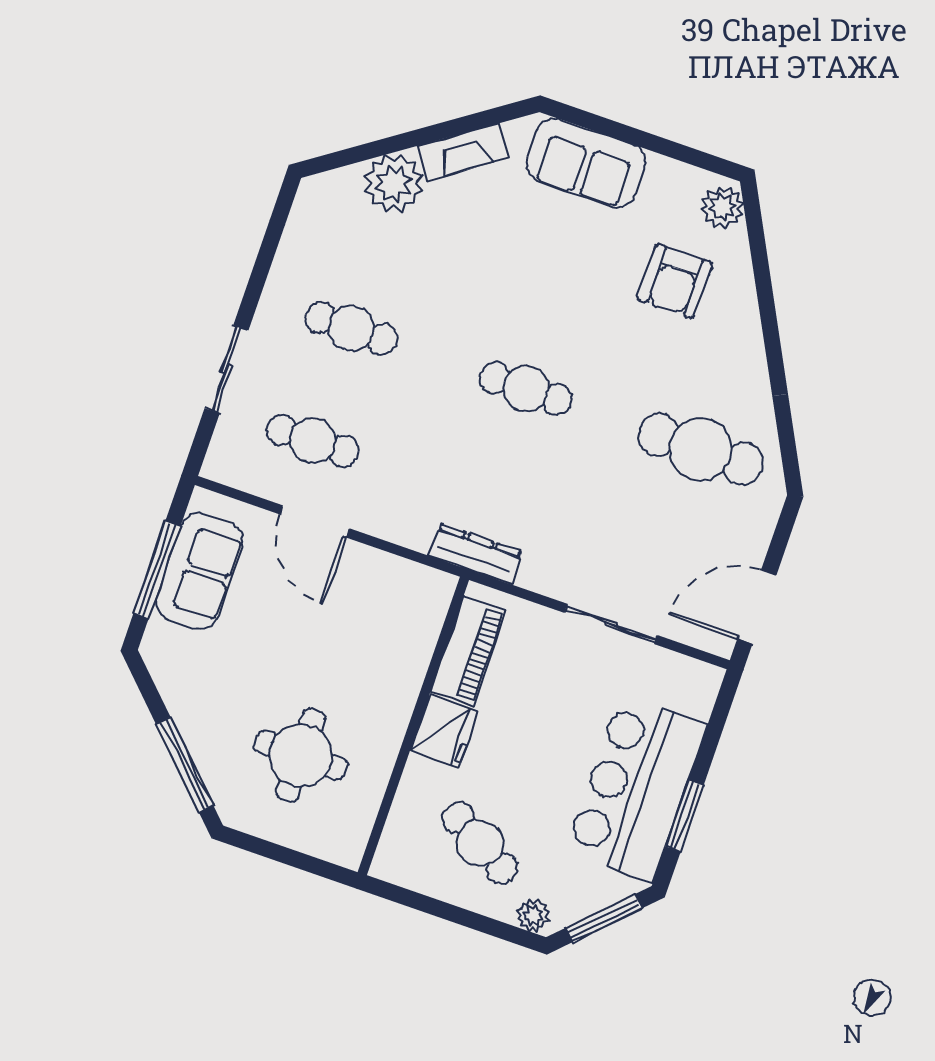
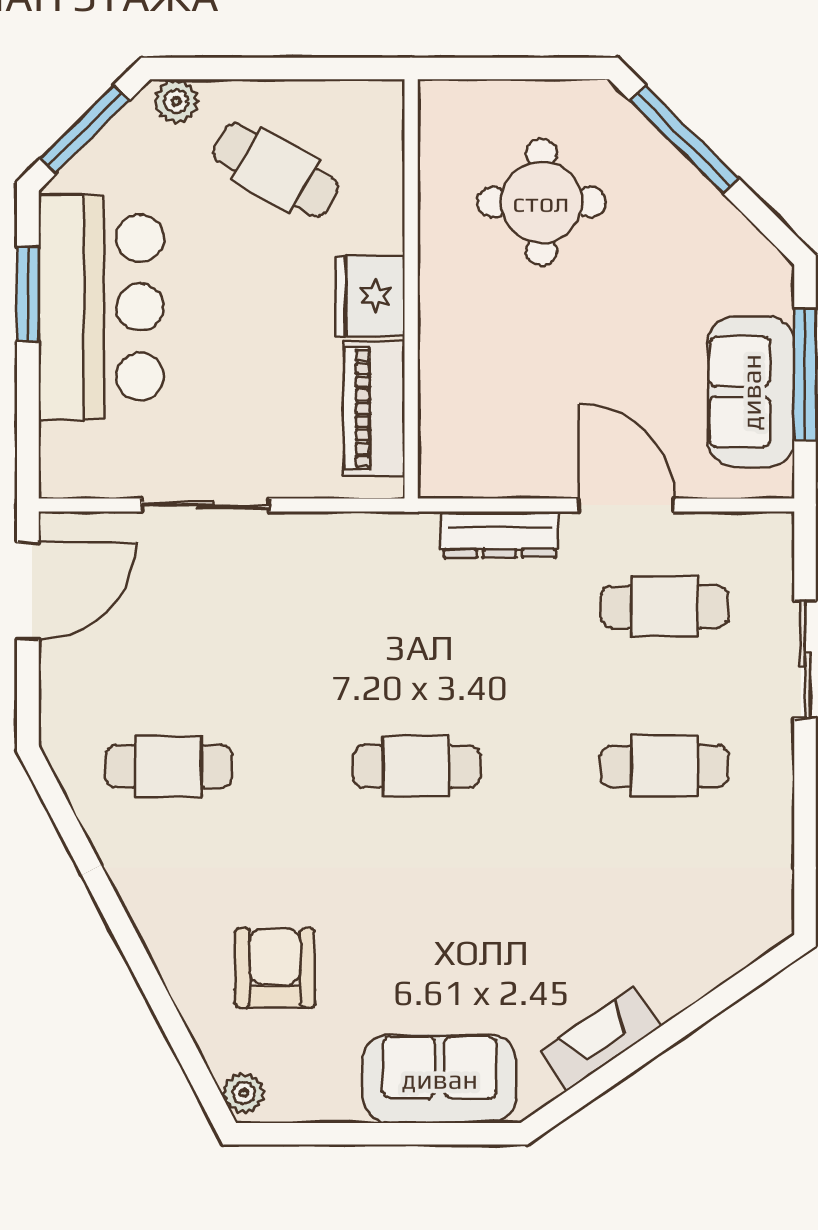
plant: (394, 183) -> (675, 969), removed
plant: (722, 207) -> (244, 1093), width x0.73, depth x0.73
cafe table: (701, 449) -> (169, 766), width x0.73, depth x0.74
dresser: (476, 554) -> (499, 535), moved

